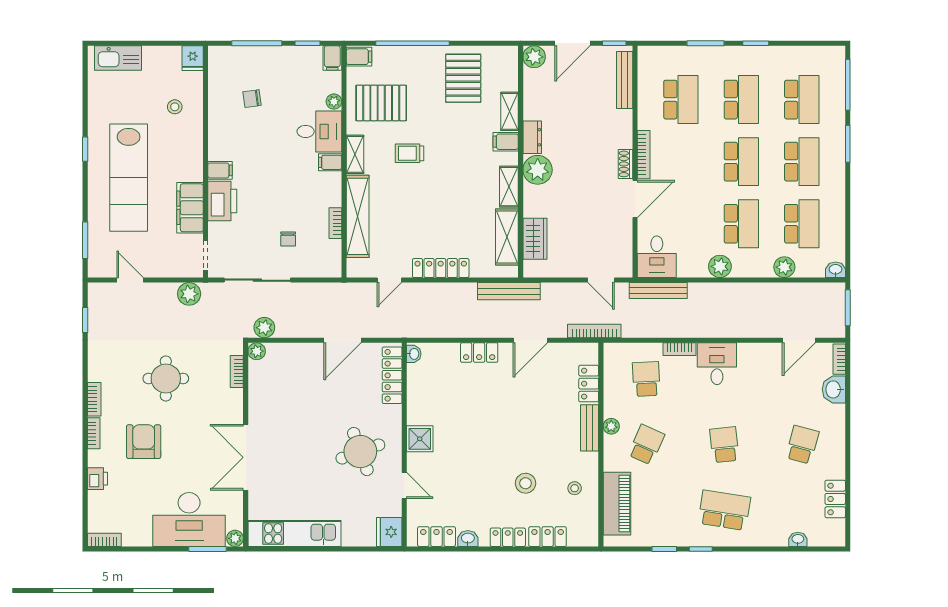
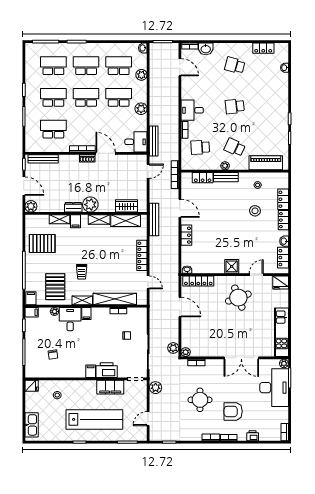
school desk: (724, 510) -> (269, 106), removed

